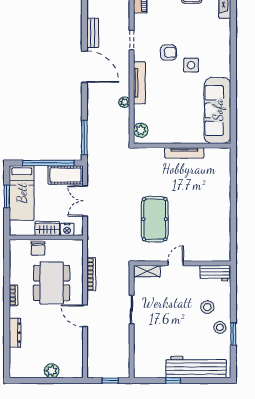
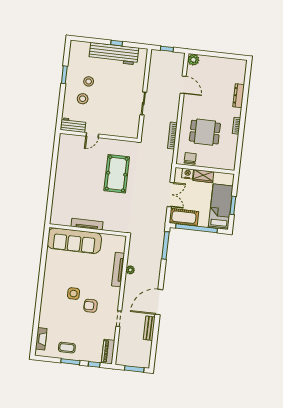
door: (84, 67) -> (159, 302), hinge flipped
tv unit: (139, 83) -> (118, 270), moved
sofa: (218, 110) -> (74, 241), moved, turned 90
plant: (141, 130) -> (120, 246), removed
chair: (38, 248) -> (190, 158), moved
door: (176, 263) -> (92, 135), moved
shelving: (147, 271) -> (127, 133), removed
dining table: (52, 283) -> (205, 132), width x0.73
door: (85, 316) -> (183, 85), moved
stool: (220, 327) -> (89, 81), moved
workbench: (196, 367) -> (114, 54), moved
plant: (52, 371) -> (193, 60), moved

